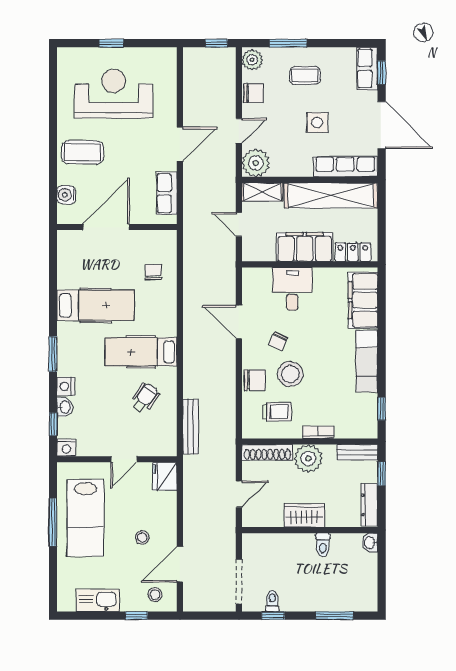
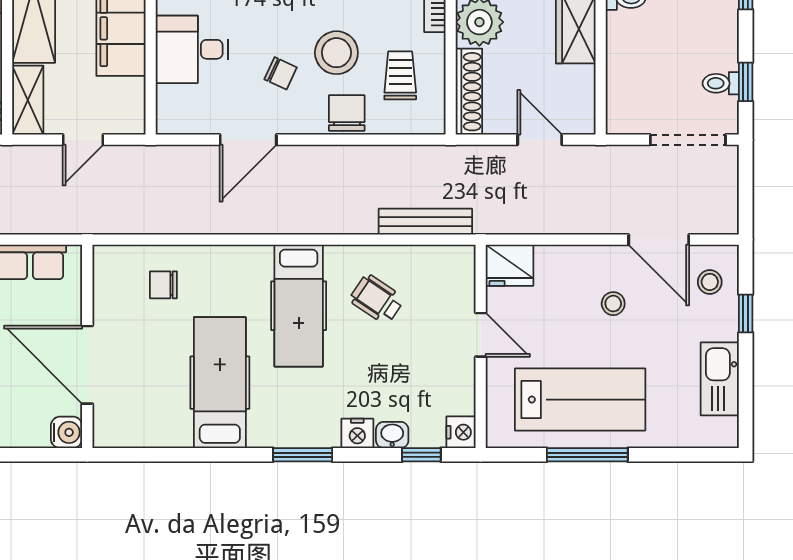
water cooler: (66, 195) -> (67, 432), moved, turned -90

